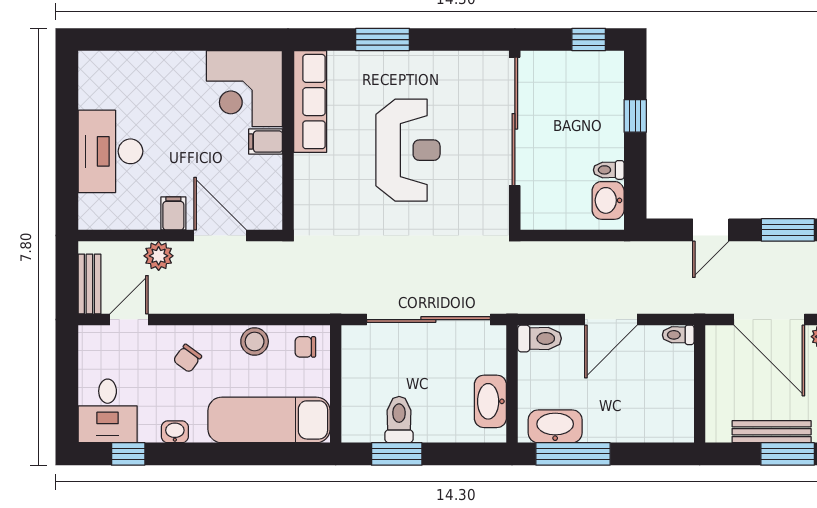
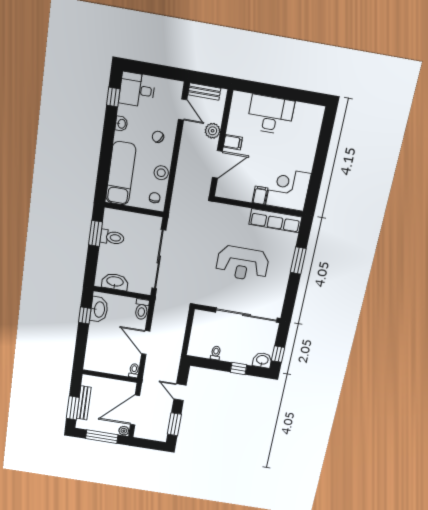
washbasin: (608, 200) -> (262, 360), moved
window: (573, 454) -> (85, 315), width x0.46

